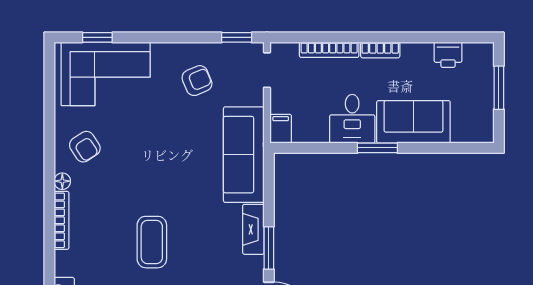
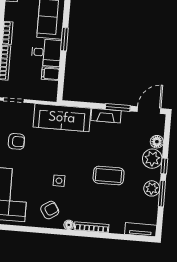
armchair: (197, 81) -> (16, 141), turned 113
filing cabinet: (281, 129) -> (50, 74), moved
side table: (136, 158) -> (59, 181), added

